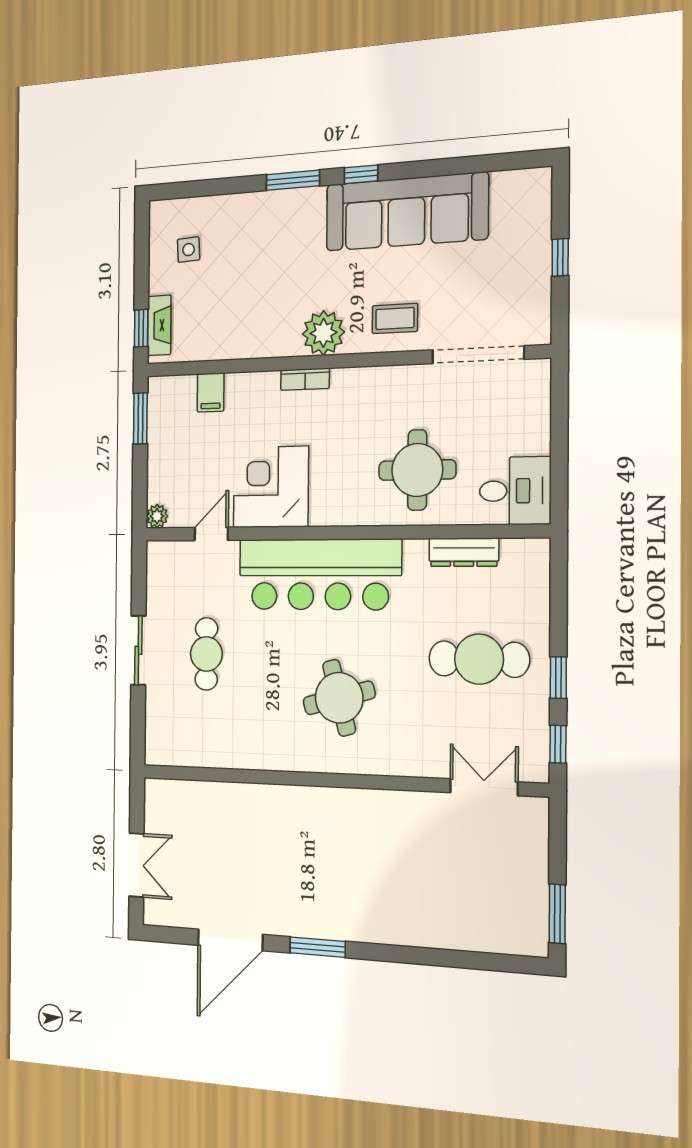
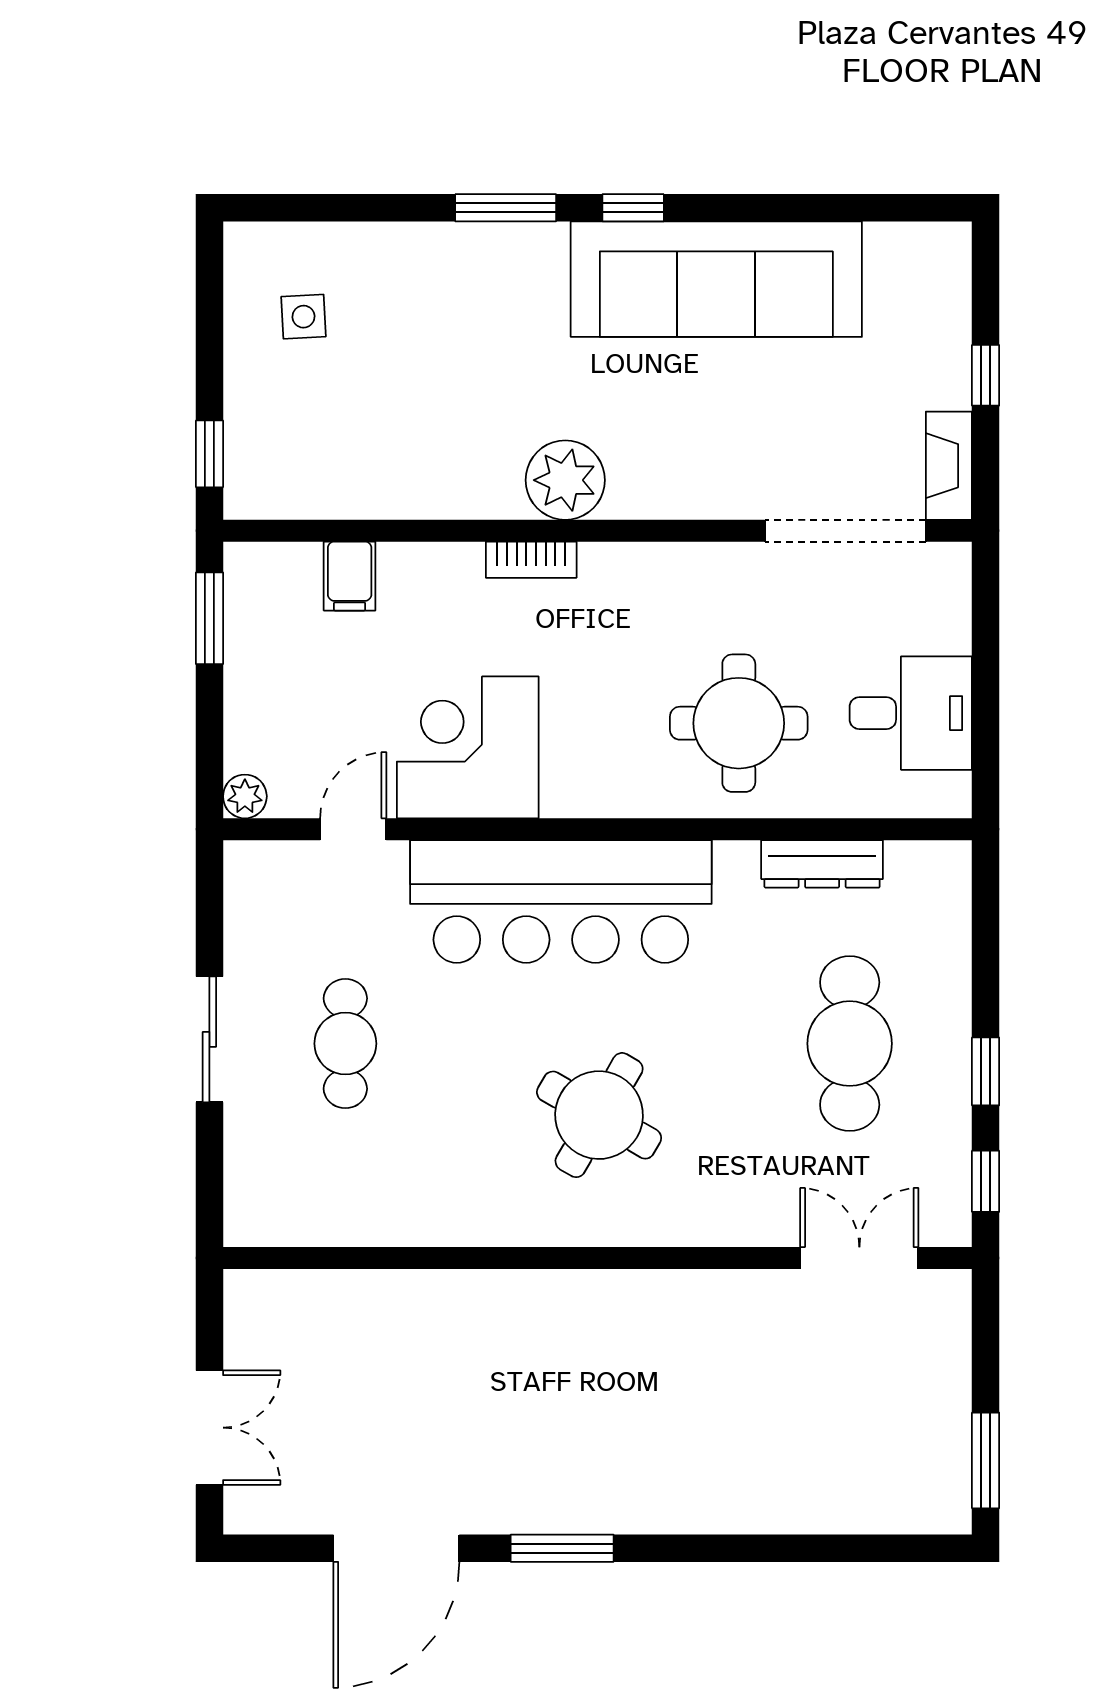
coffee table: (395, 318) -> (697, 462), removed
fireplace: (159, 325) -> (949, 466), moved, turned 180
desk: (515, 491) -> (911, 713), moved
cafe table: (479, 659) -> (850, 1044), turned 90
round table: (339, 698) -> (599, 1115), turned 45

